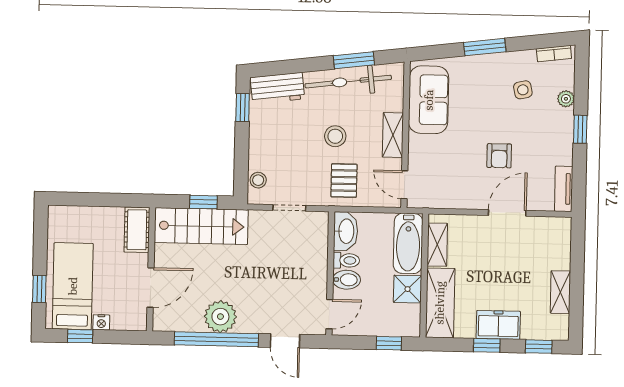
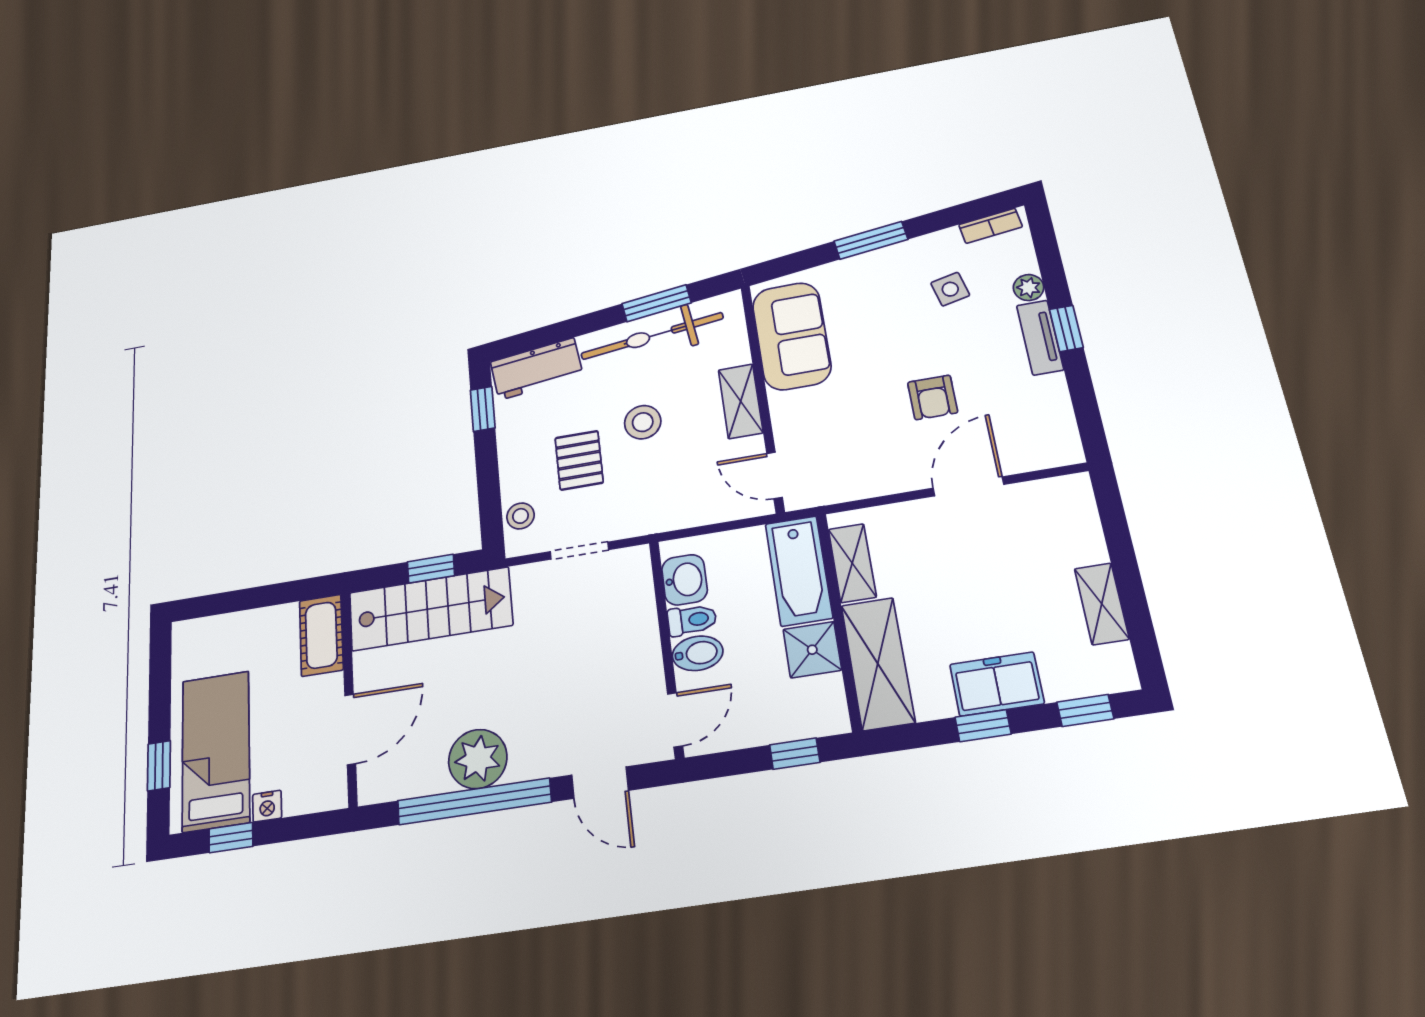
pallet: (344, 181) -> (579, 460), moved
tv unit: (564, 189) -> (1040, 338), moved
washbasin: (346, 231) -> (685, 580), width x0.72

